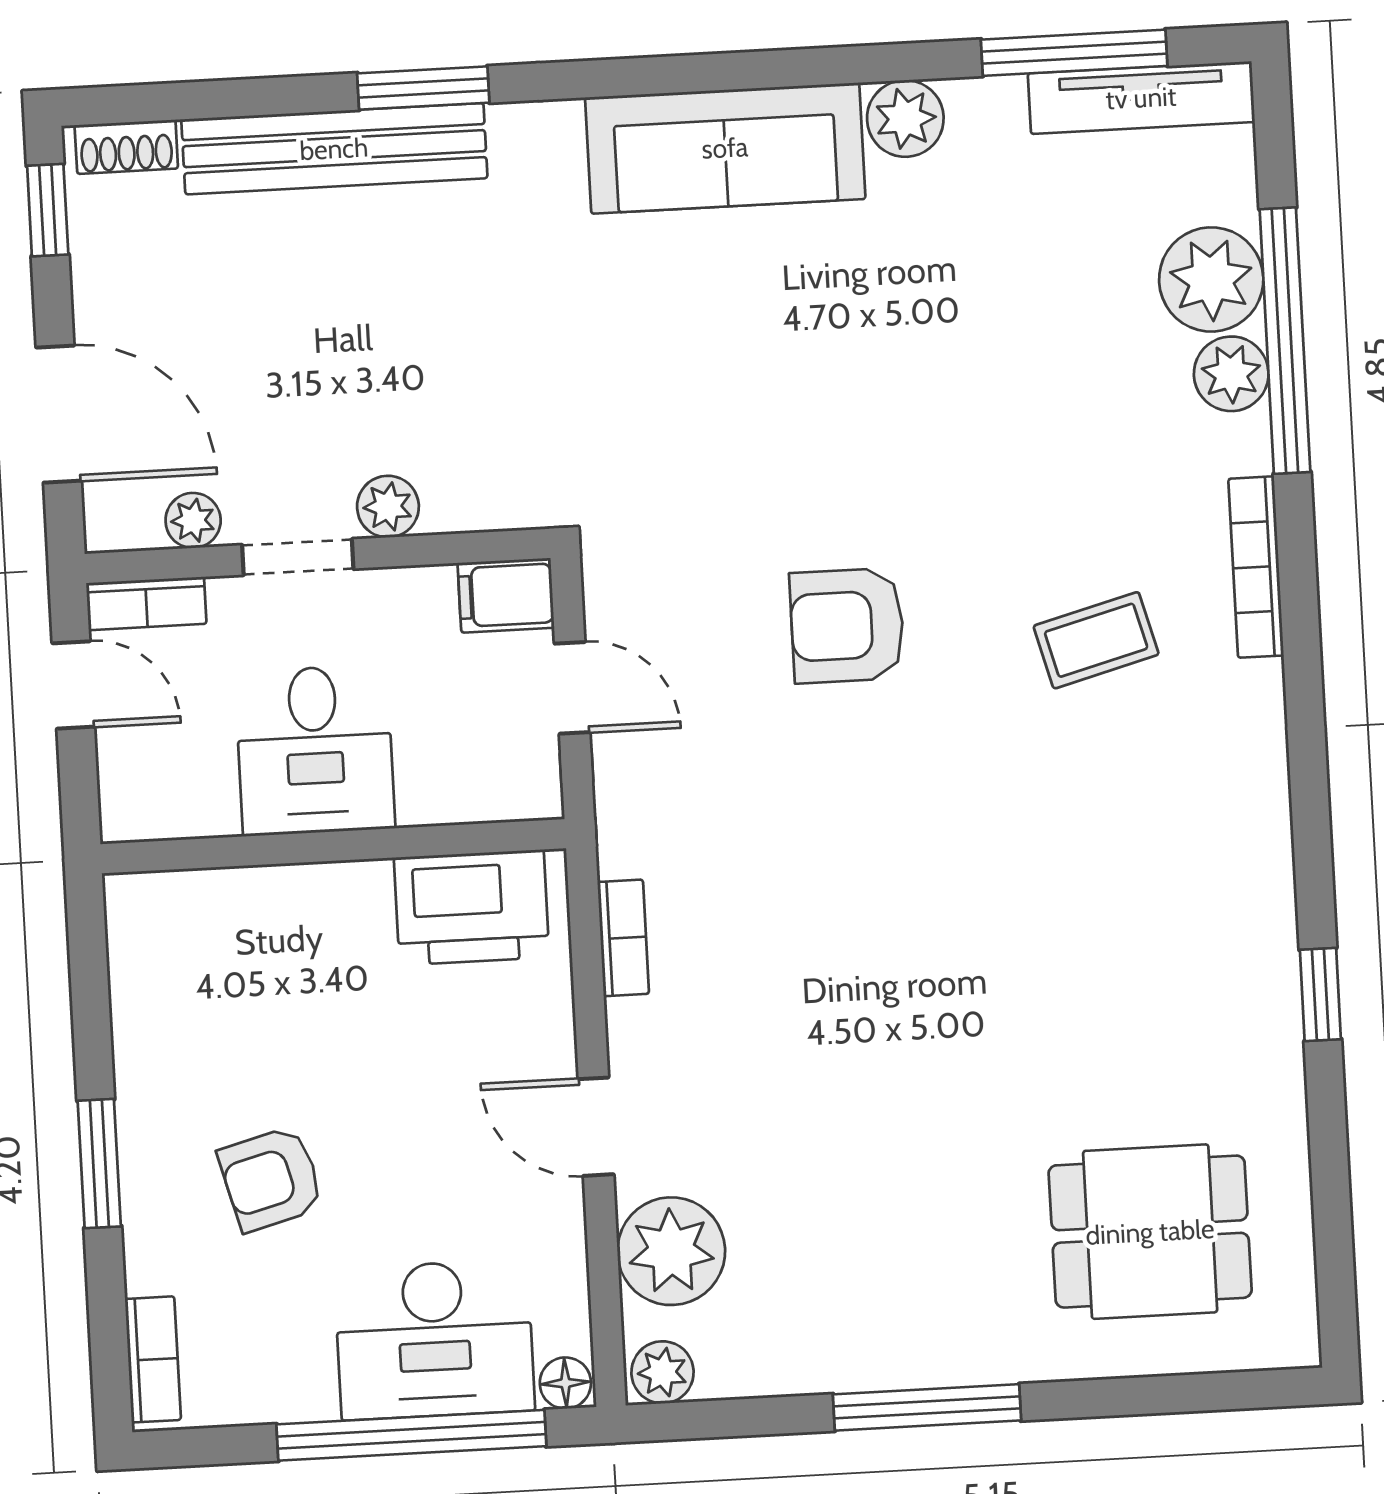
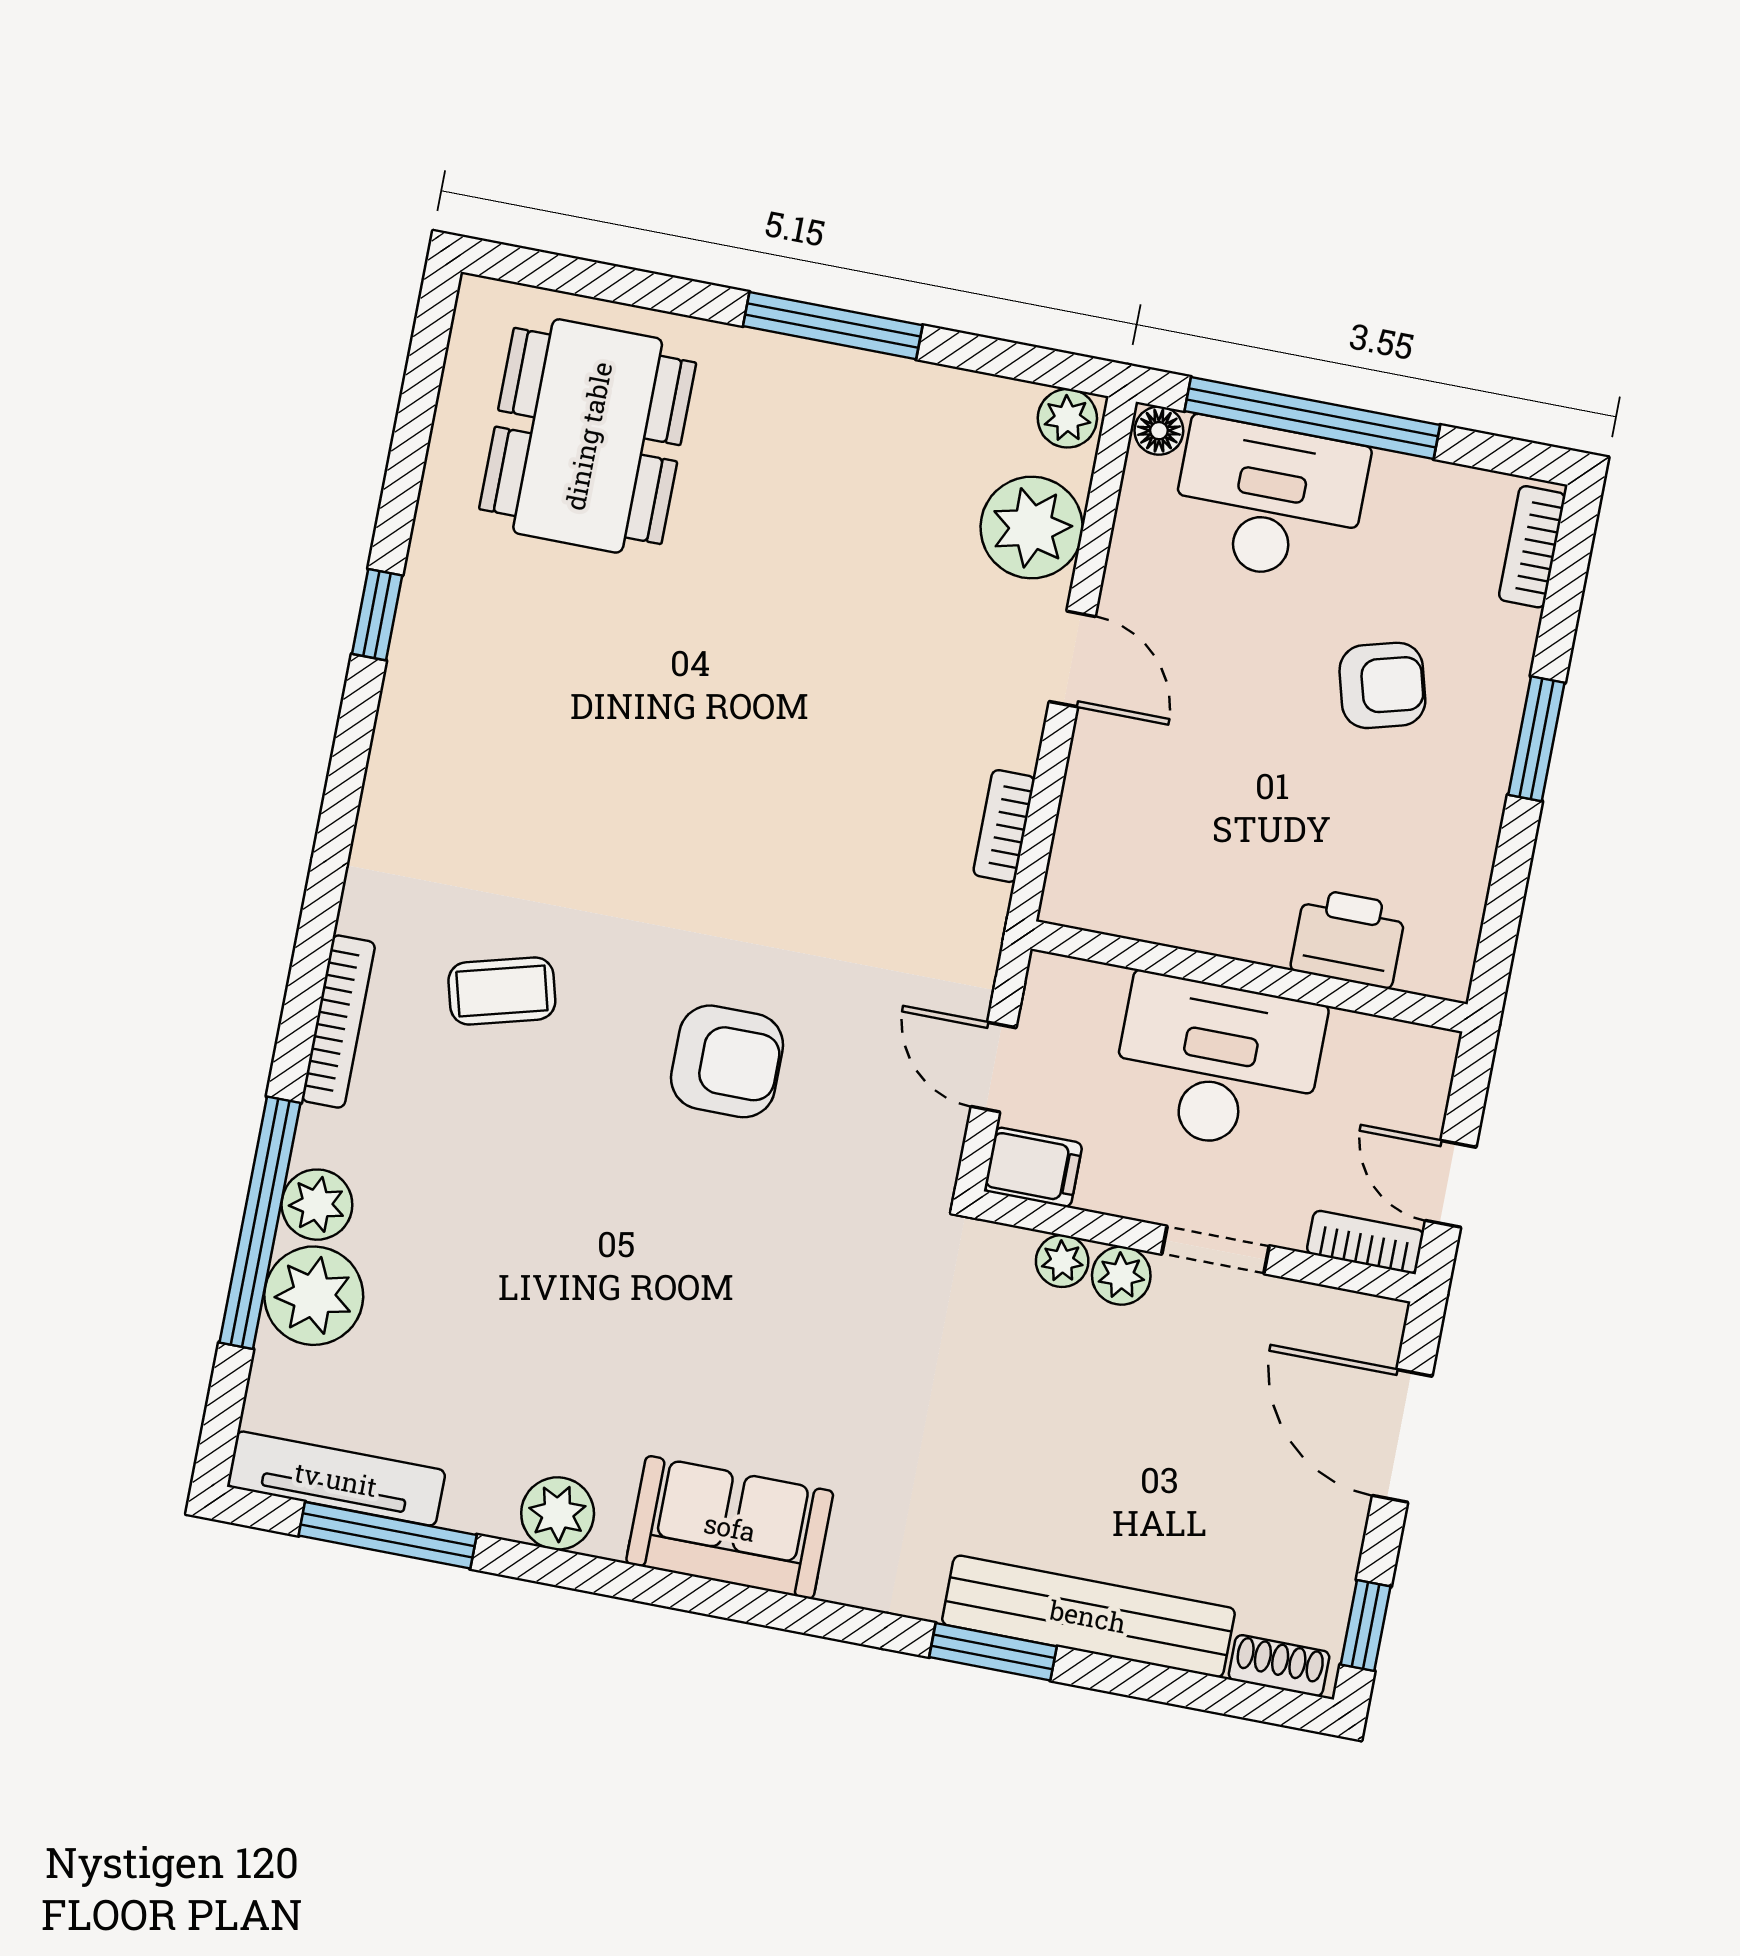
sofa: (725, 148) -> (730, 1527), width x0.73
plant: (193, 520) -> (1062, 1261), moved
desk: (315, 750) -> (1218, 1064), width x1.37
printer: (472, 907) -> (1348, 938), moved, width x0.73, depth x0.84
dining table: (1150, 1232) -> (588, 436), width x1.38

